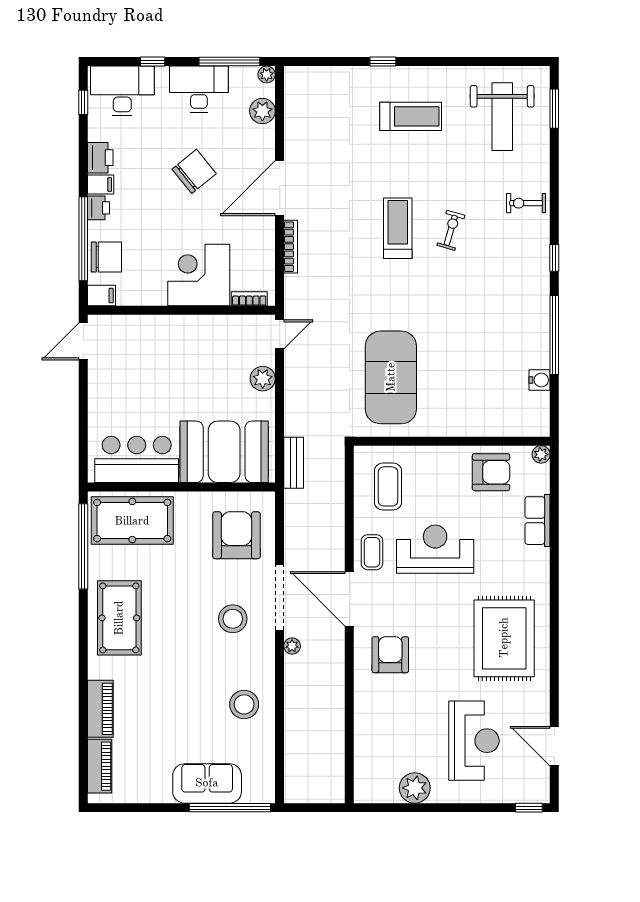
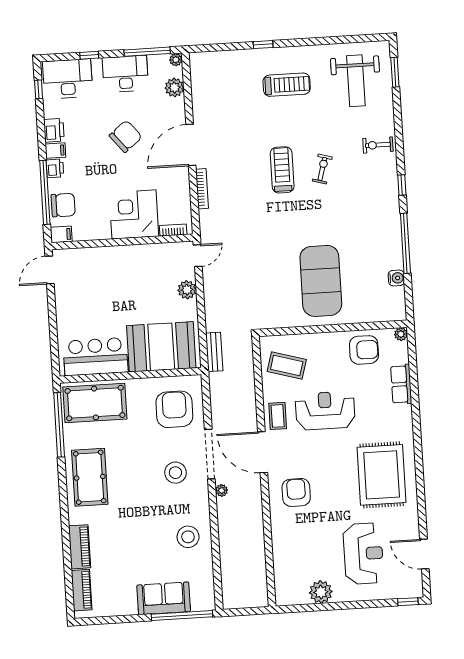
exercise mat: (391, 377) -> (321, 281), moved
coffee table: (388, 486) -> (287, 365), turned -74

